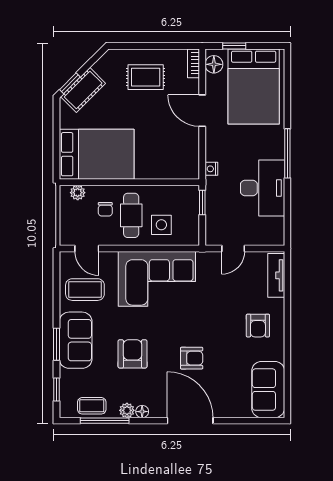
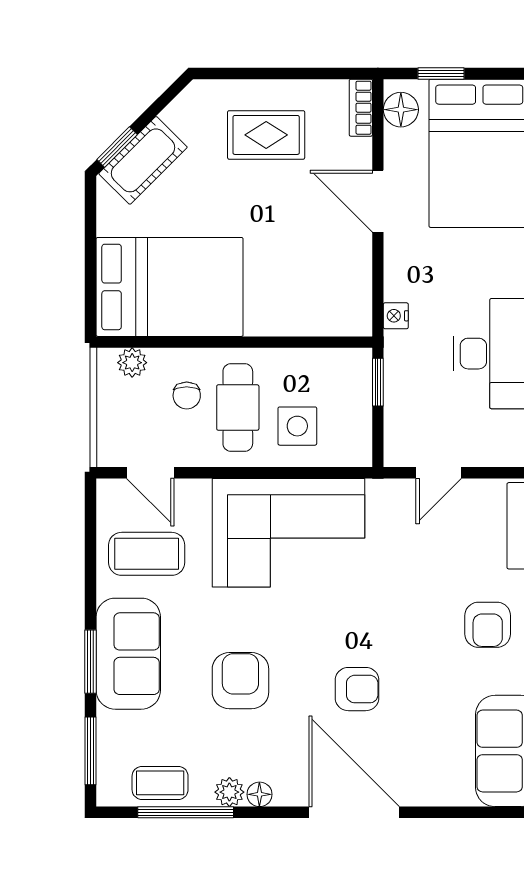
window: (56, 389) -> (91, 751), width x1.50

